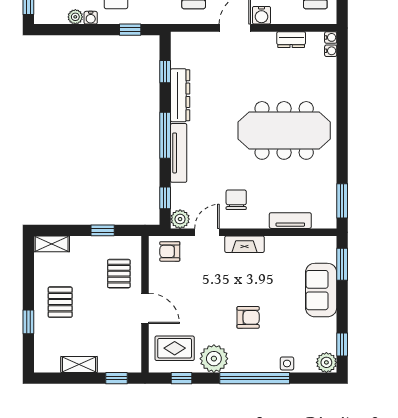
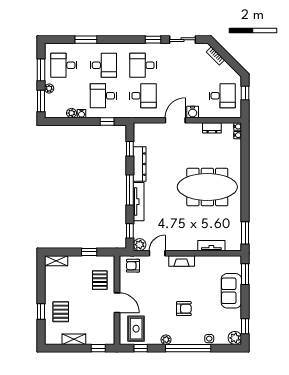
chair: (236, 200) -> (176, 232), removed
pallet: (60, 302) -> (61, 312), moved
rug: (175, 348) -> (136, 329), turned 90
plant: (214, 359) -> (166, 340), width x0.53, depth x0.53

